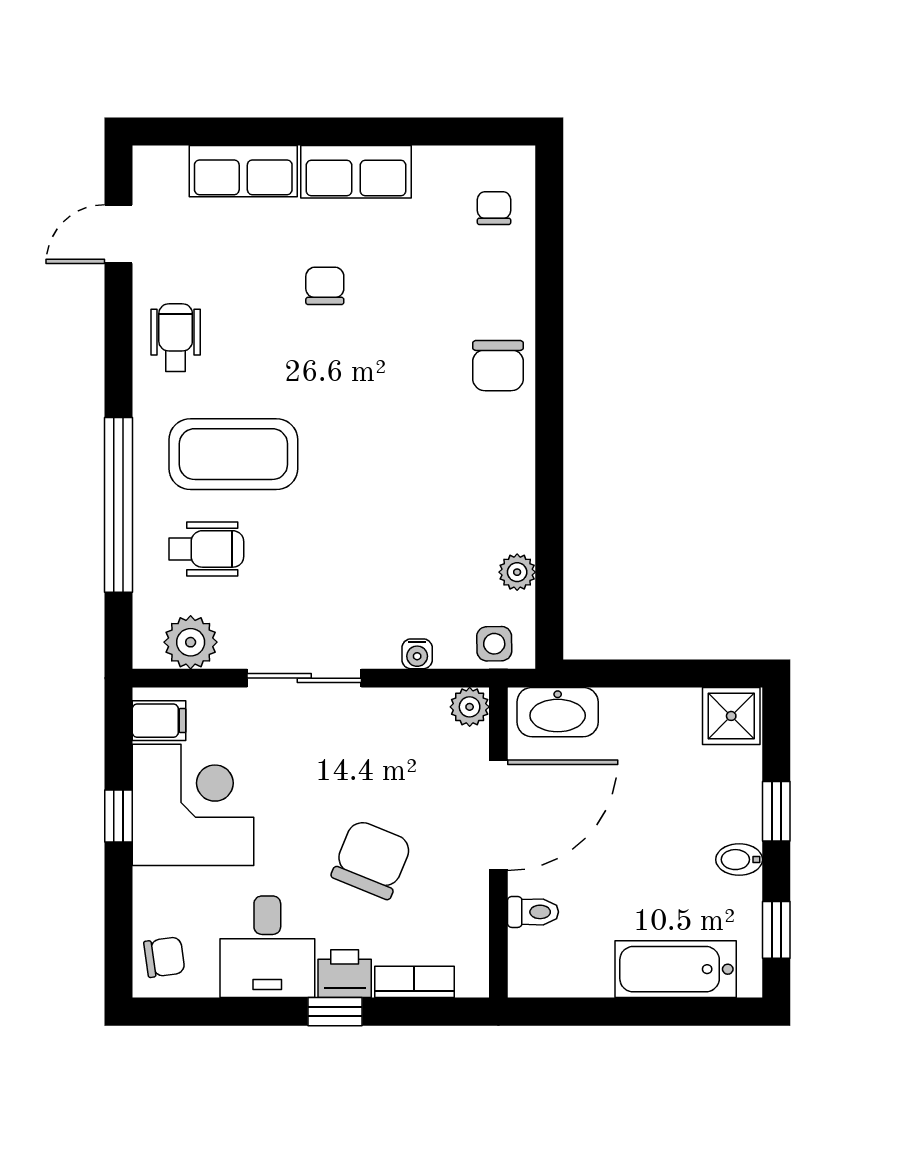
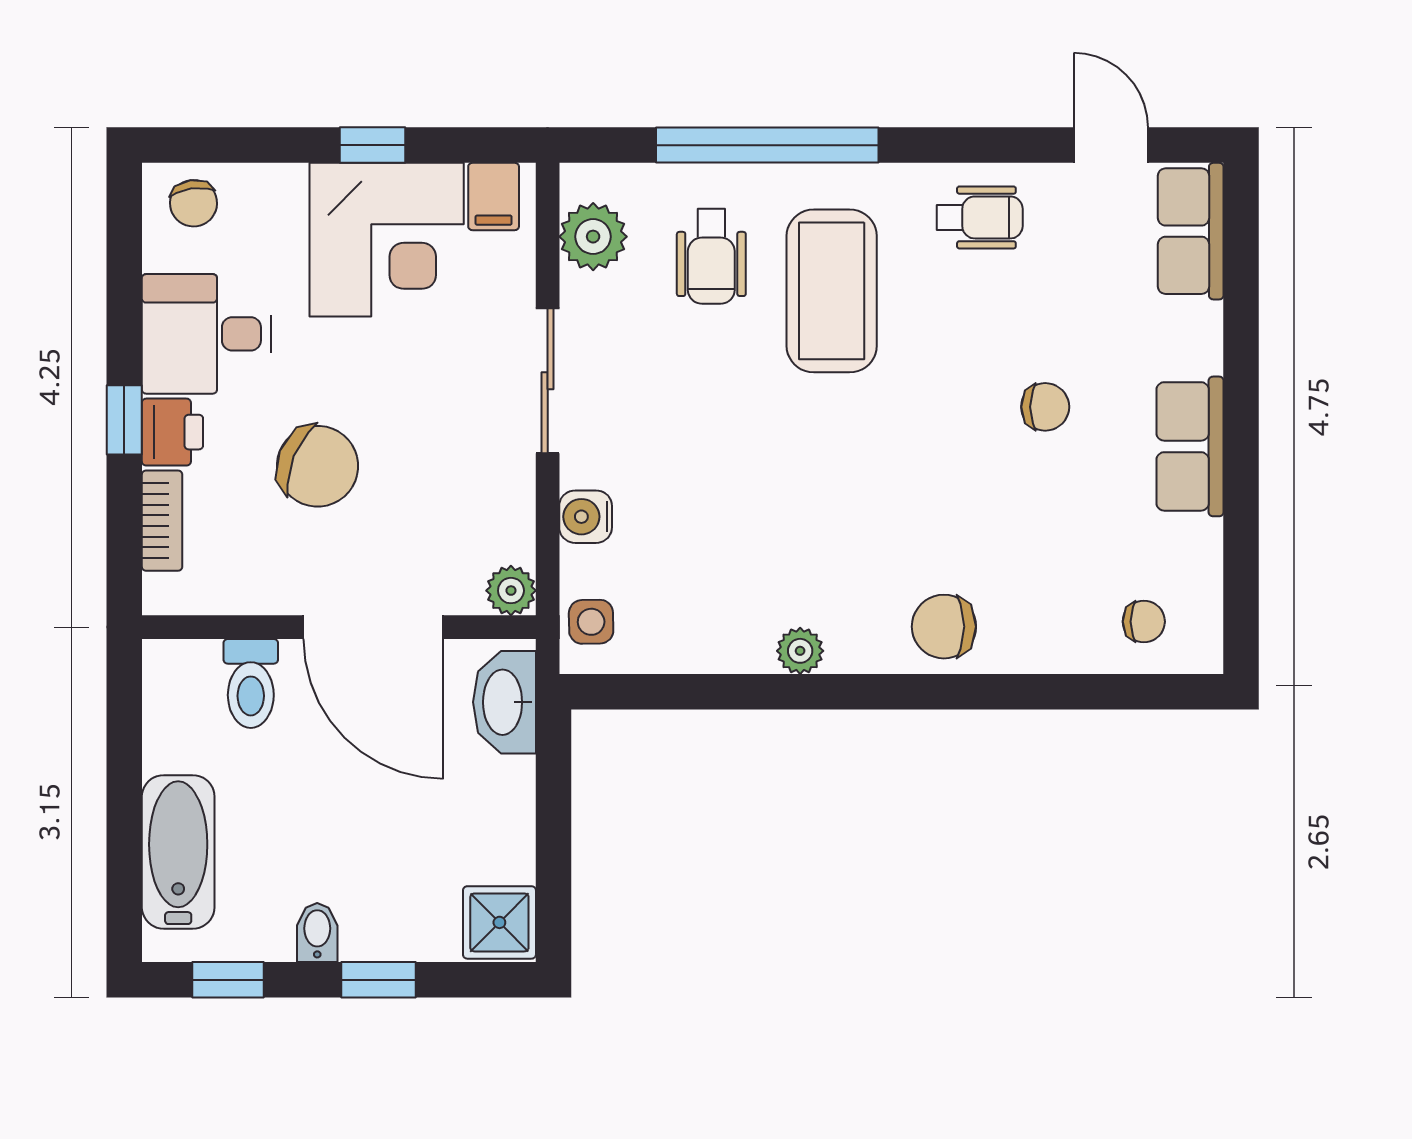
row of seats: (243, 171) -> (1191, 231), moved
plant: (517, 572) -> (800, 651), moved
water cooler: (417, 654) -> (586, 517), width x1.38, depth x1.38
toilet: (533, 912) -> (251, 683), width x1.37, depth x1.39

